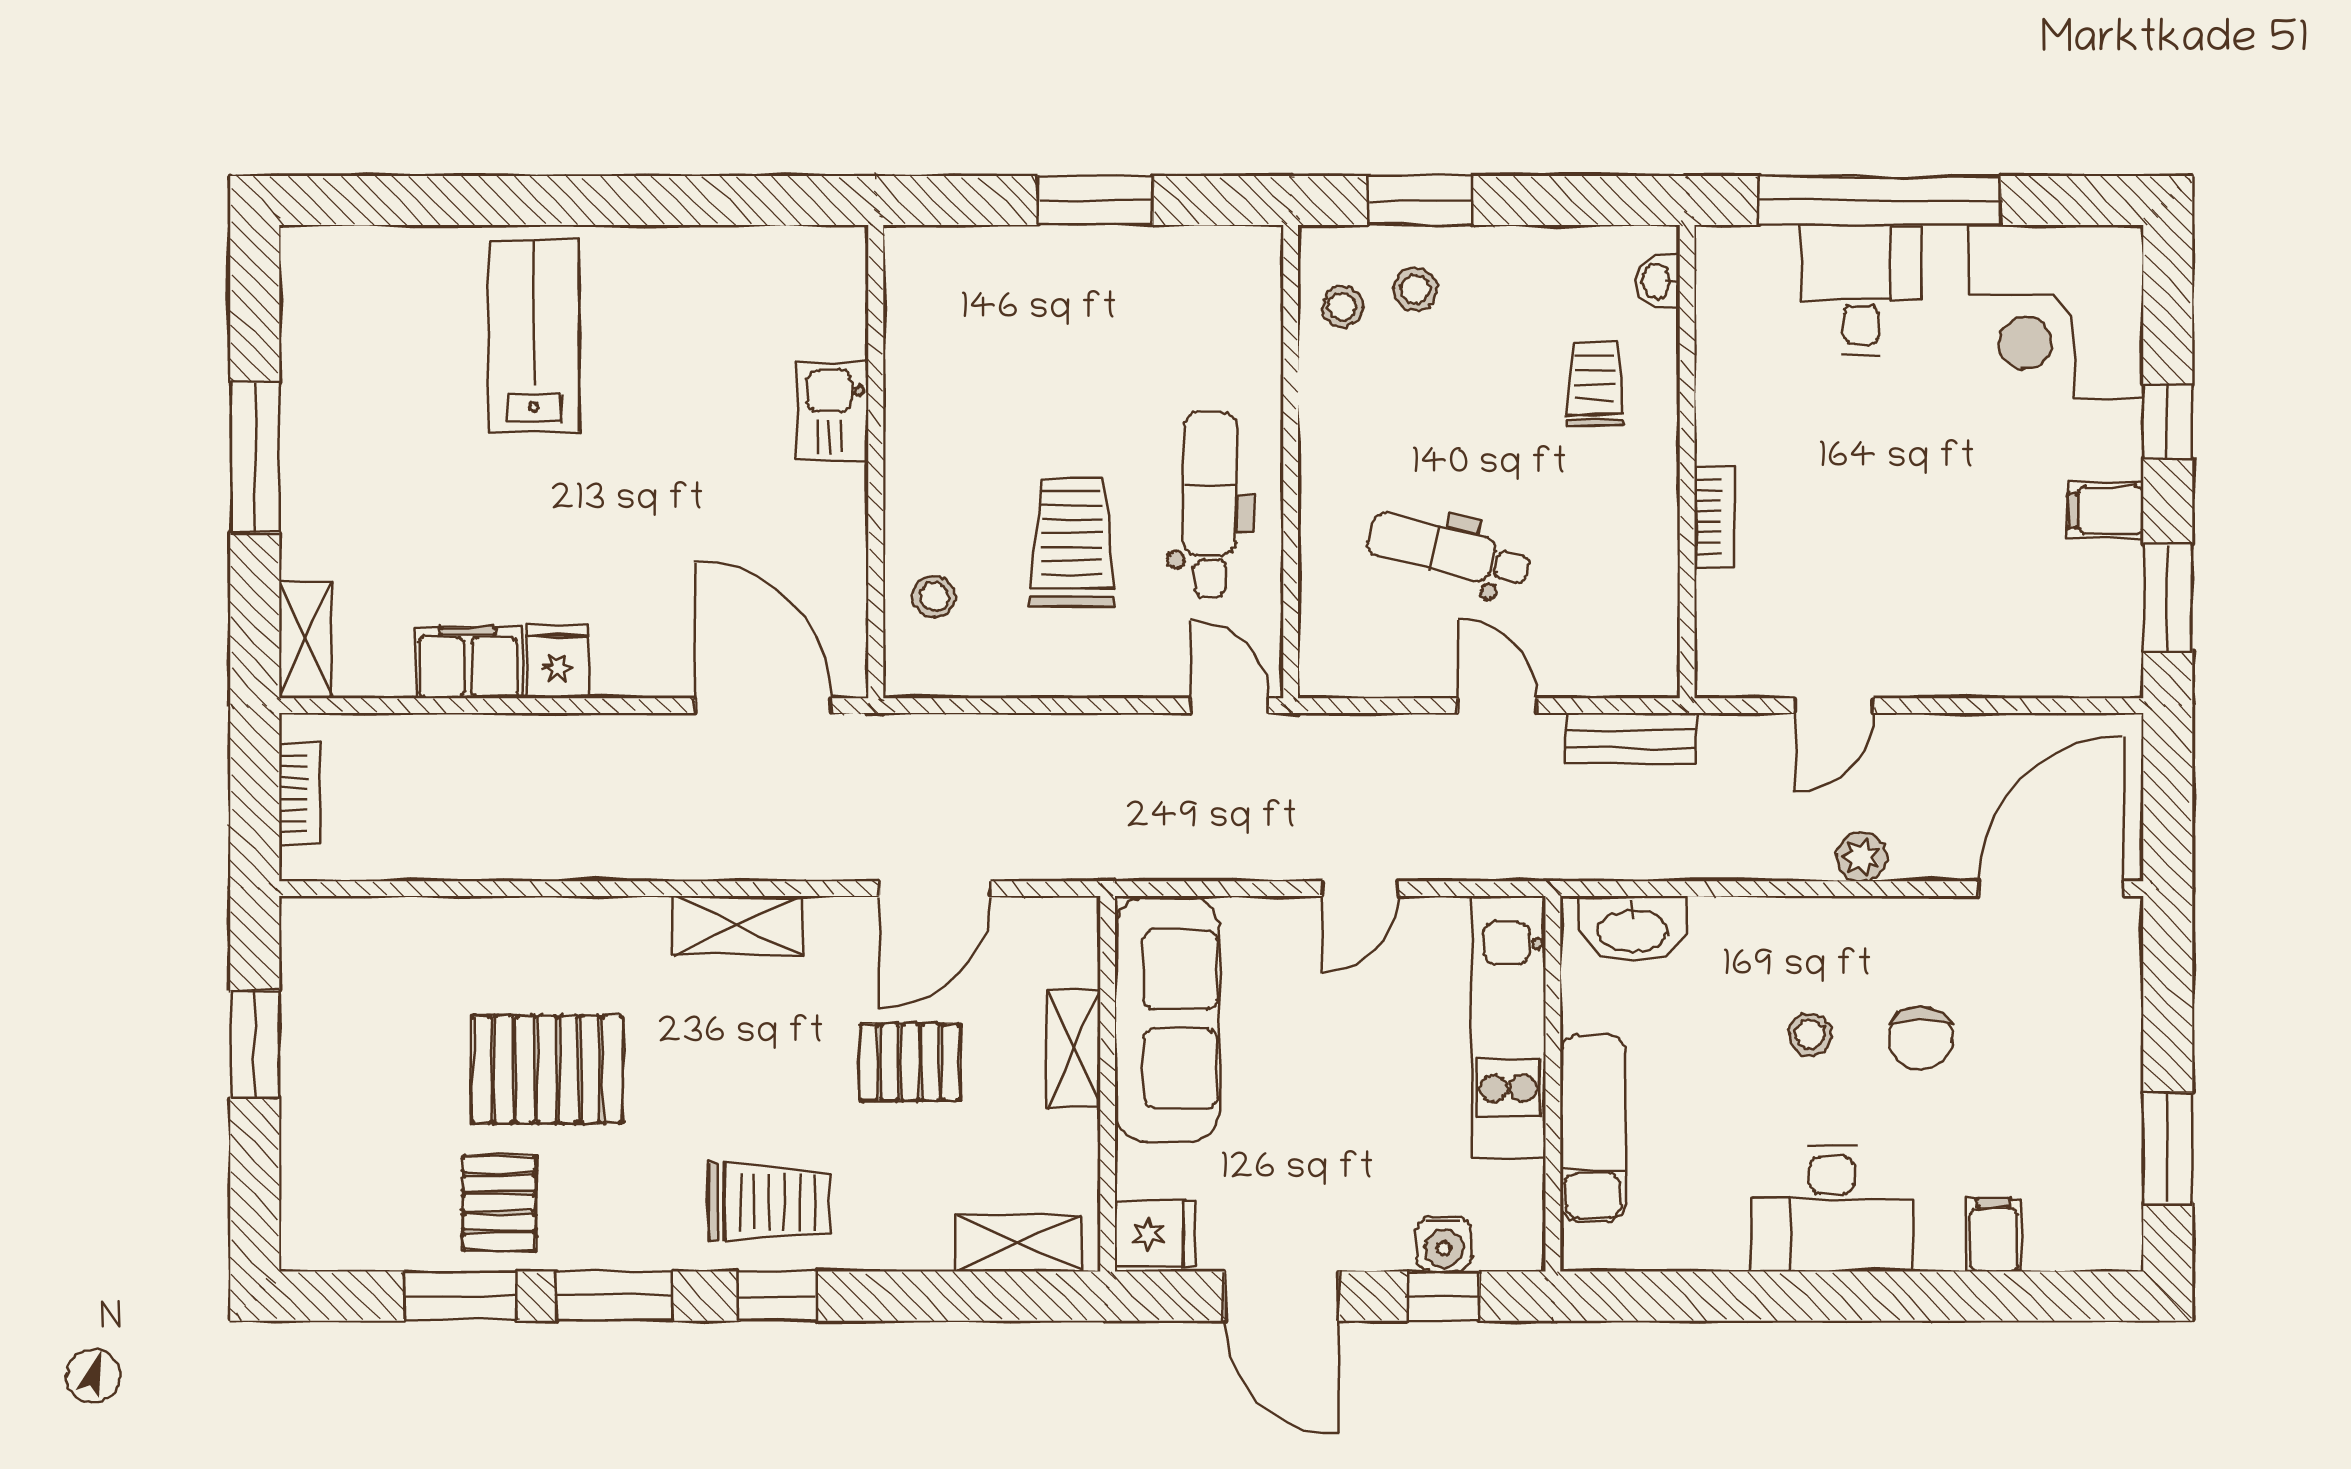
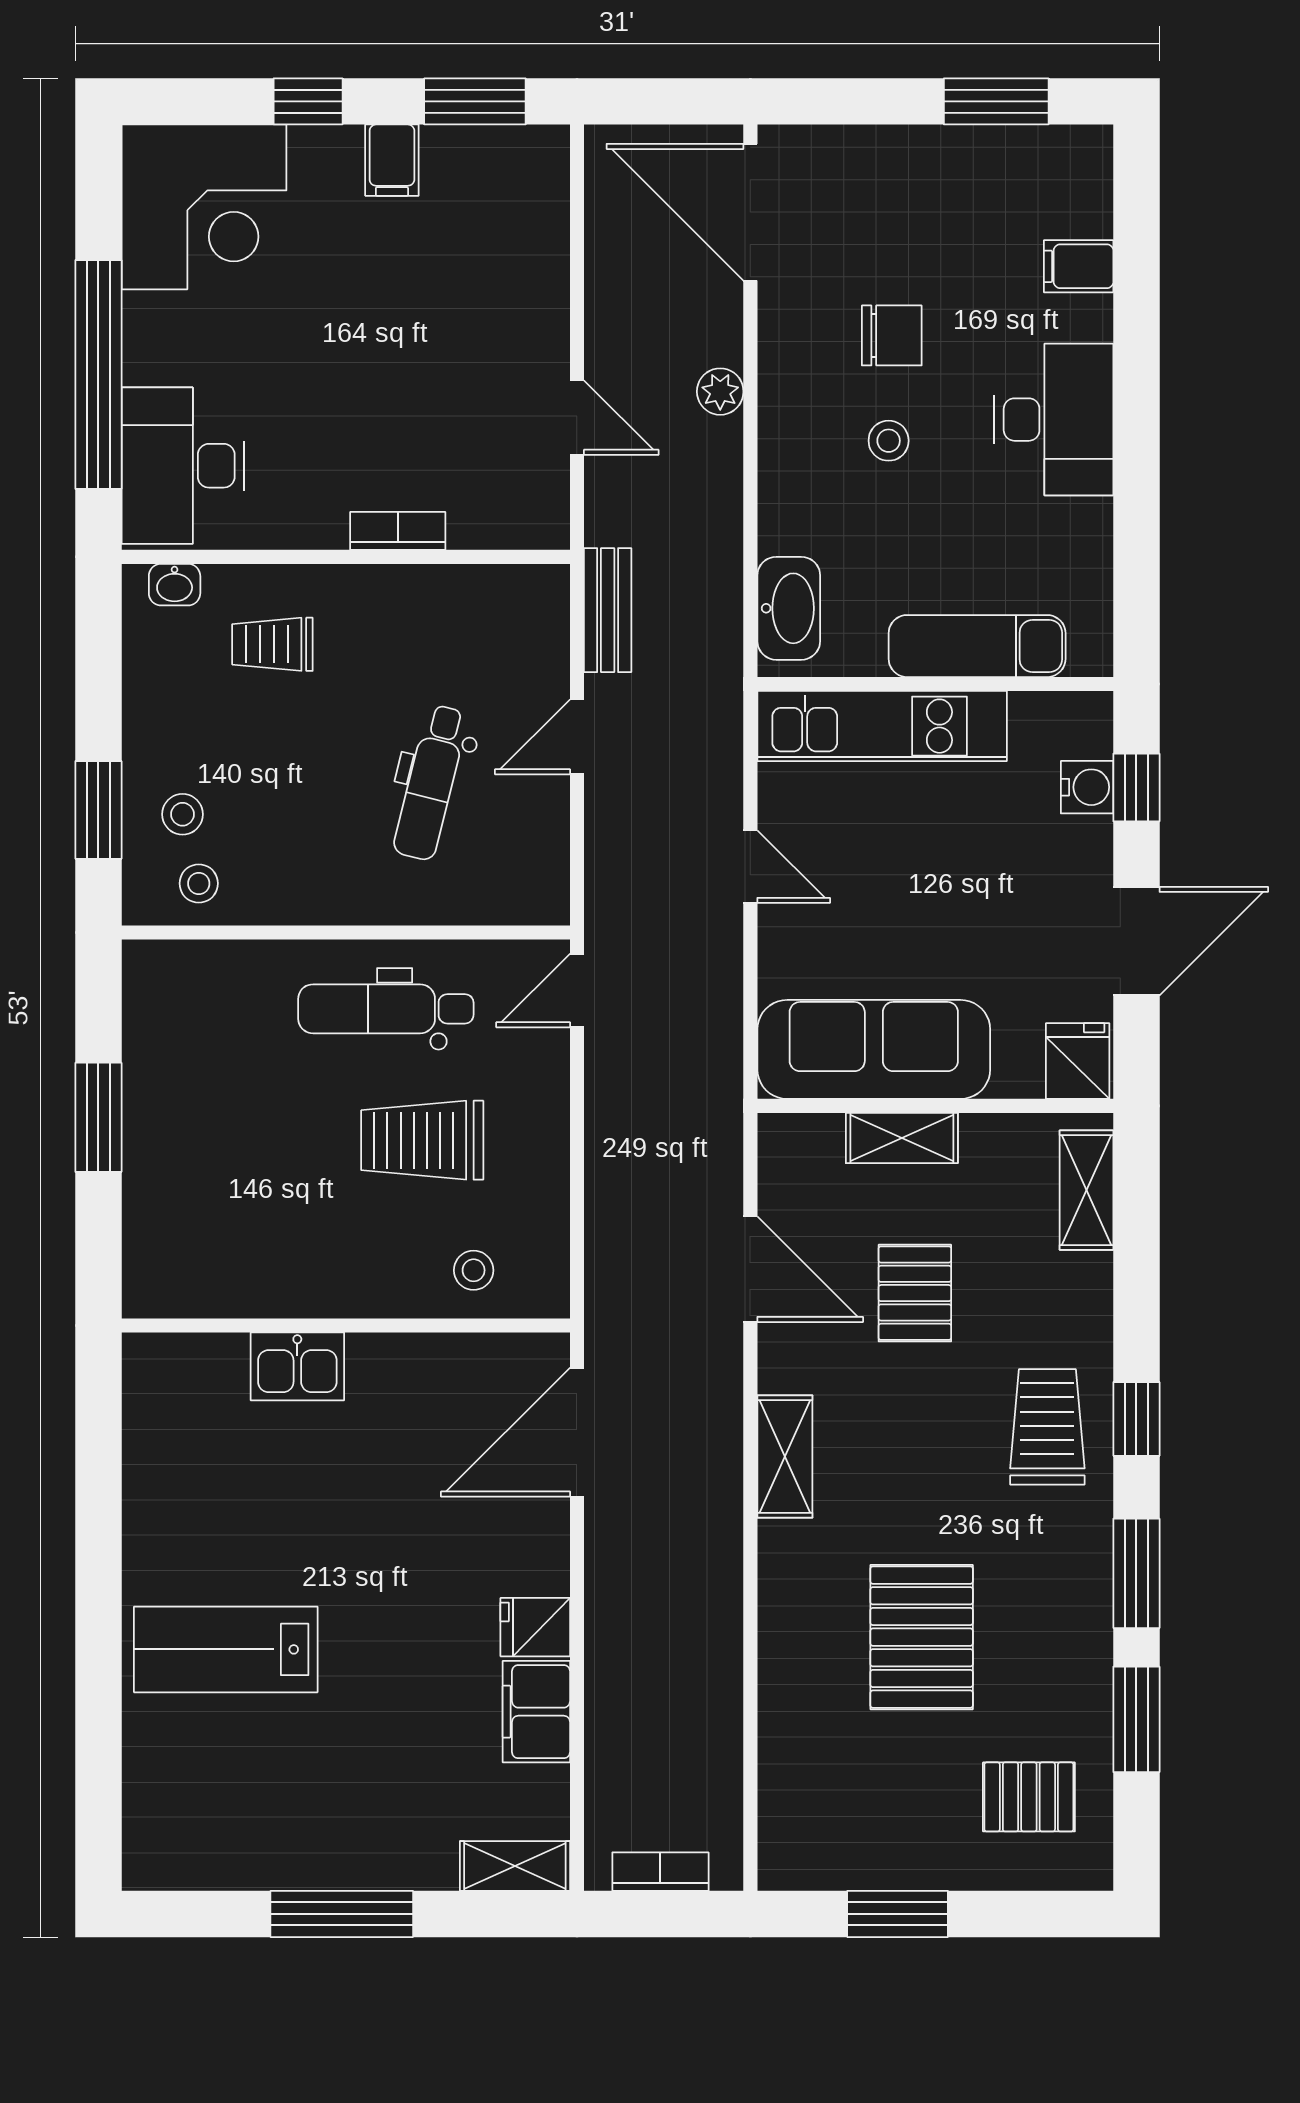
desk: (1861, 290) -> (183, 466), moved, width x1.37
pallet: (499, 1203) -> (1029, 1797), moved

